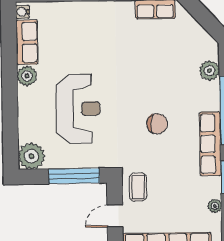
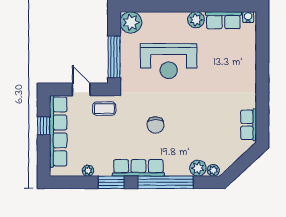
plant: (212, 52) -> (213, 170), added

